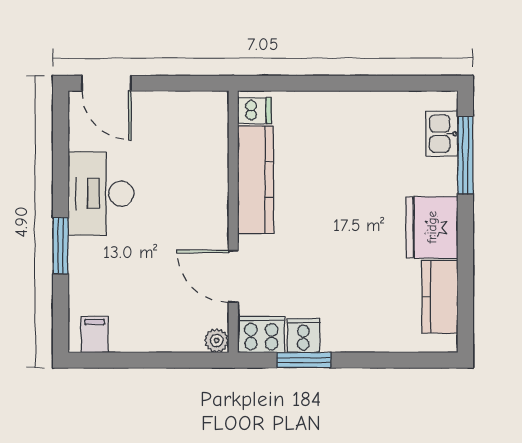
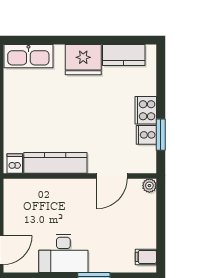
kitchen sink: (442, 134) -> (28, 56), width x1.88, depth x1.24
window: (465, 155) -> (41, 40), removed
cooker: (261, 334) -> (146, 110), moved

